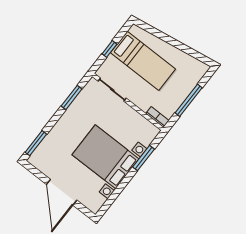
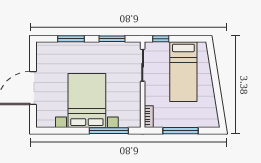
window: (109, 49) -> (161, 39), moved
window: (36, 143) -> (71, 39), moved
window: (144, 158) -> (109, 131), width x1.44

